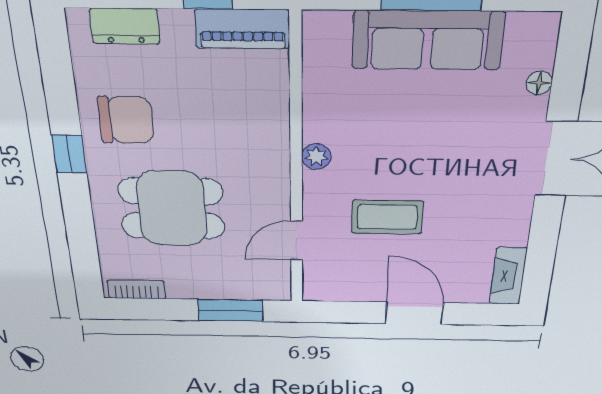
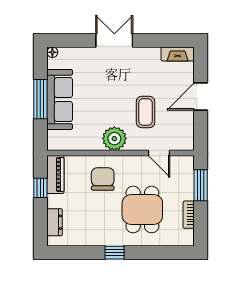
floor lamp: (539, 83) -> (52, 52), moved
chair: (126, 120) -> (103, 179), moved
plant: (316, 157) -> (114, 139), width x1.87, depth x1.87
bookcase: (136, 289) -> (189, 215), moved

